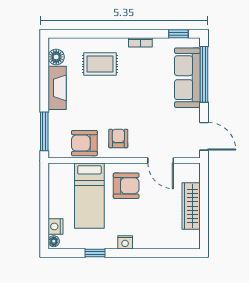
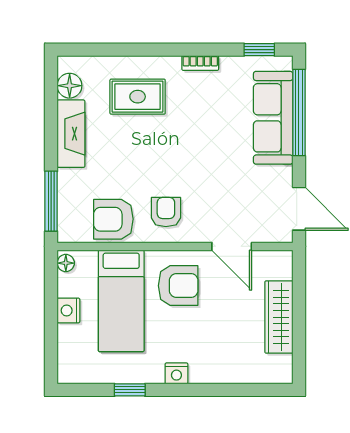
nightstand: (55, 226) -> (68, 310), moved
floor lamp: (54, 241) -> (66, 263), moved

